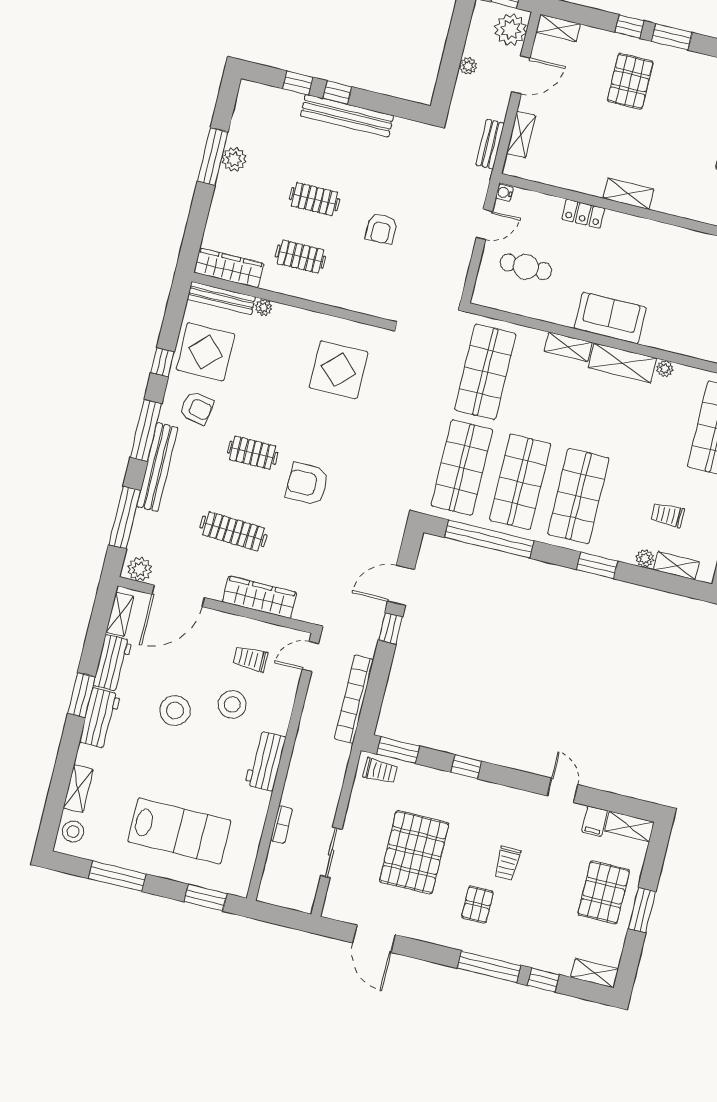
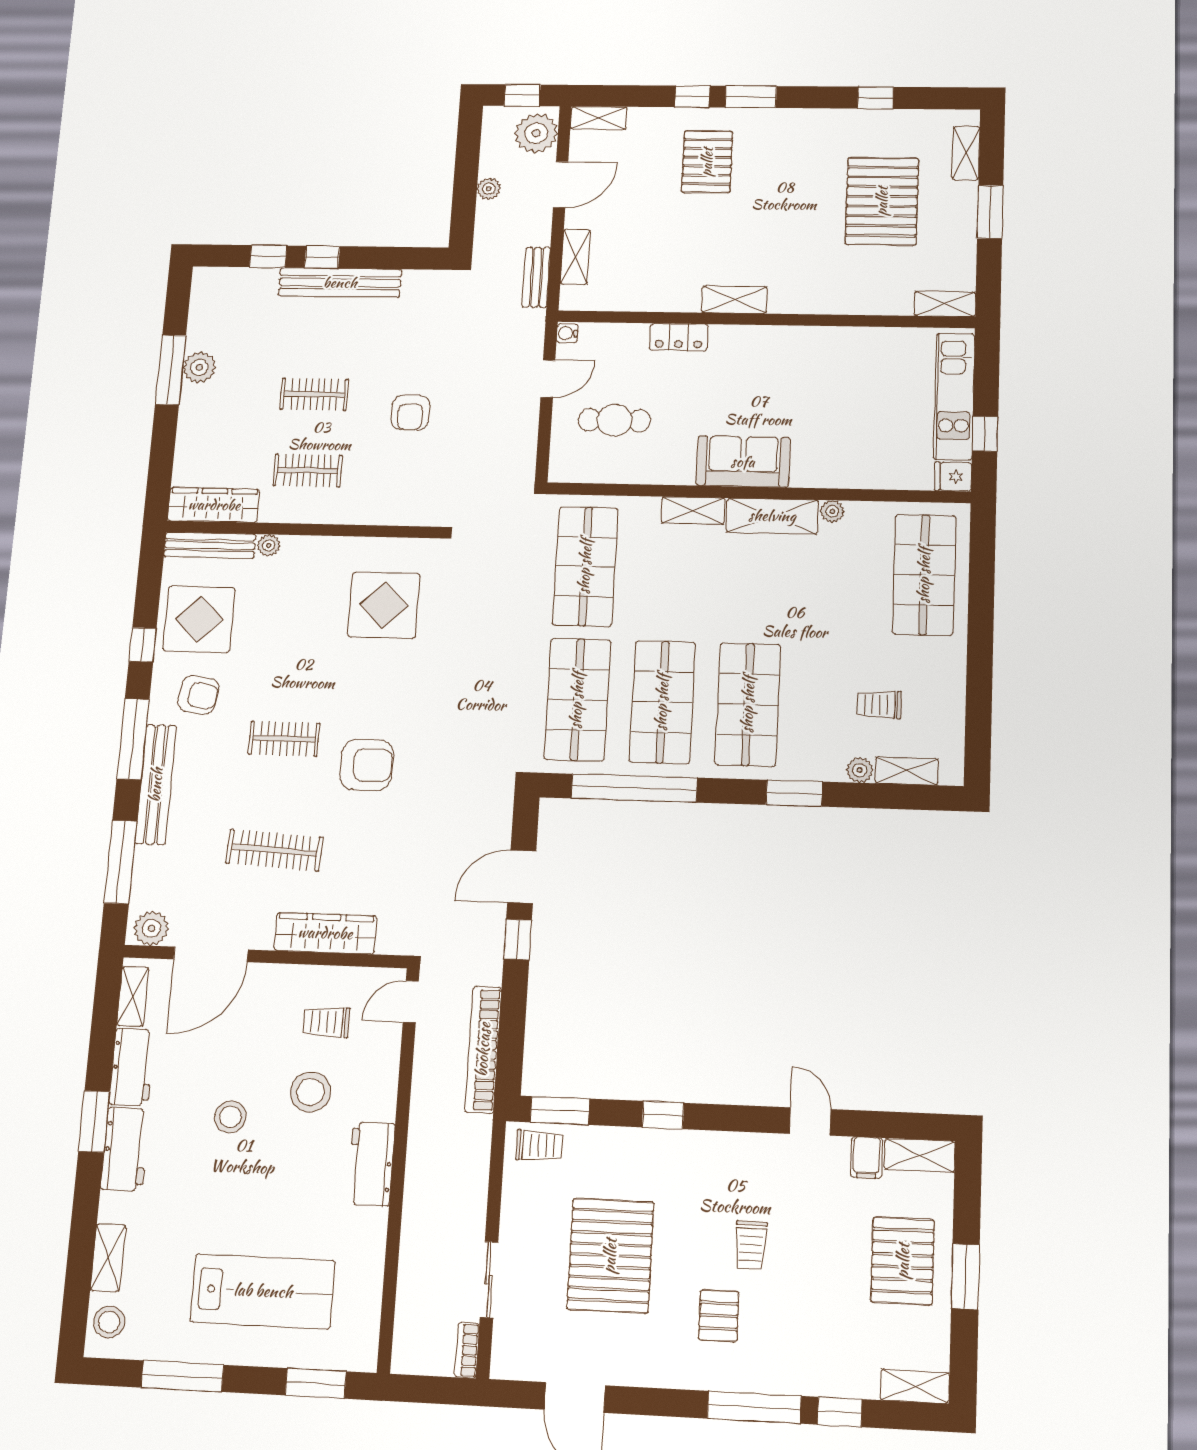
armchair: (307, 484) -> (366, 765), turned 180
stool: (175, 710) -> (230, 1117), width x0.73, depth x0.73
bookcase: (281, 825) -> (467, 1350), moved, turned 180

